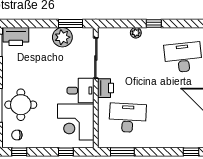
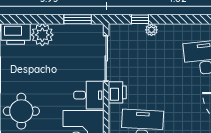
window: (154, 24) -> (140, 19), moved
plant: (62, 37) -> (42, 35), moved

